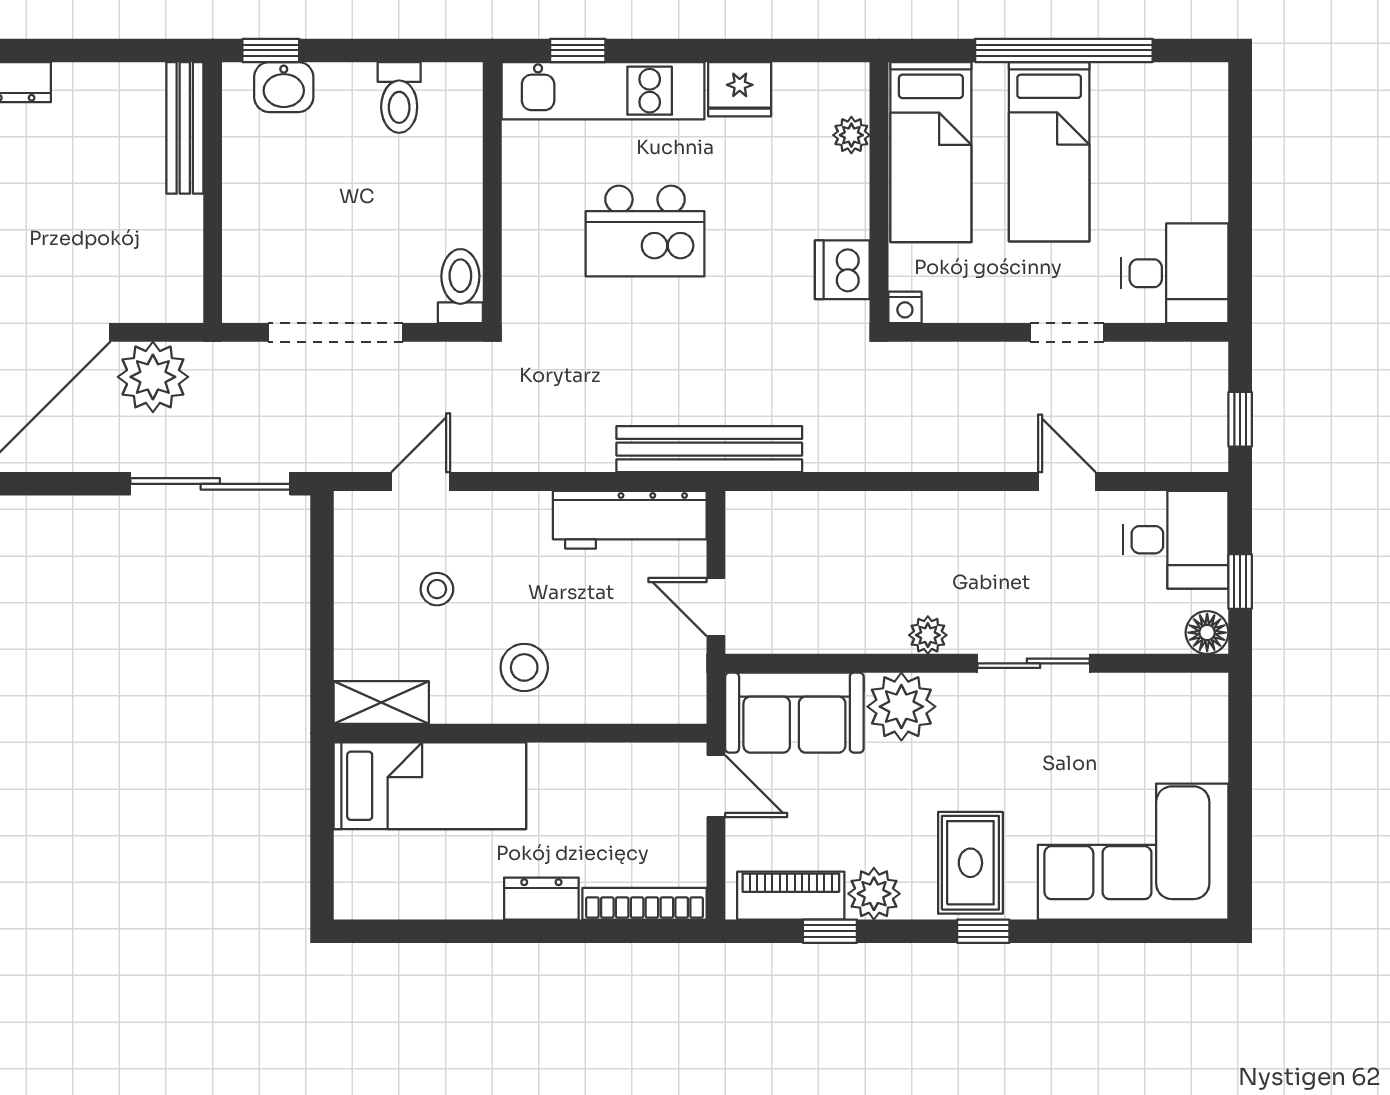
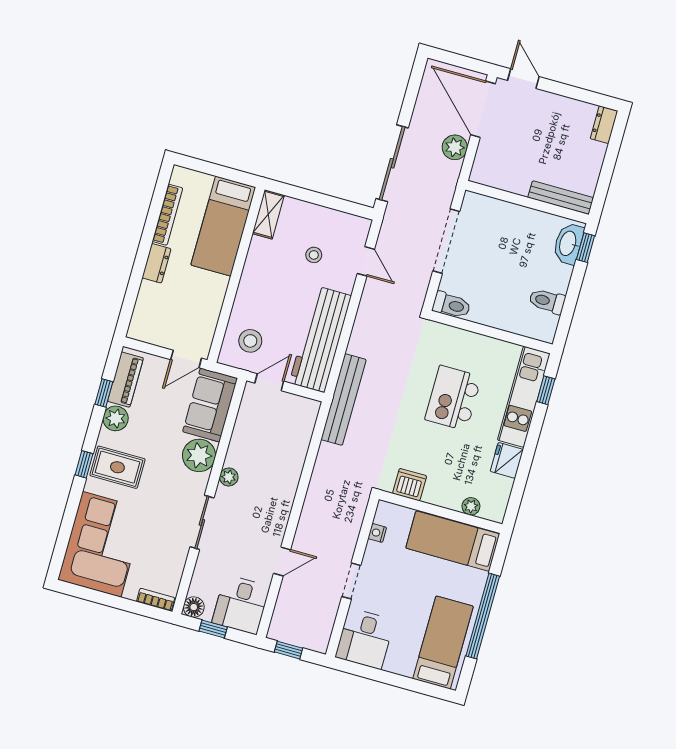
washbasin: (284, 87) -> (568, 244), width x1.38
bed: (1049, 152) -> (443, 643), moved, turned 90
nightstand: (905, 307) -> (377, 533), moved
plant: (153, 377) -> (455, 147), width x0.73, depth x0.73
workbench: (630, 520) -> (320, 339), width x1.36, depth x1.32
stool: (524, 667) -> (250, 341), moved
bookcase: (1214, 713) -> (156, 600), added
bookcase: (645, 904) -> (167, 215), moved

